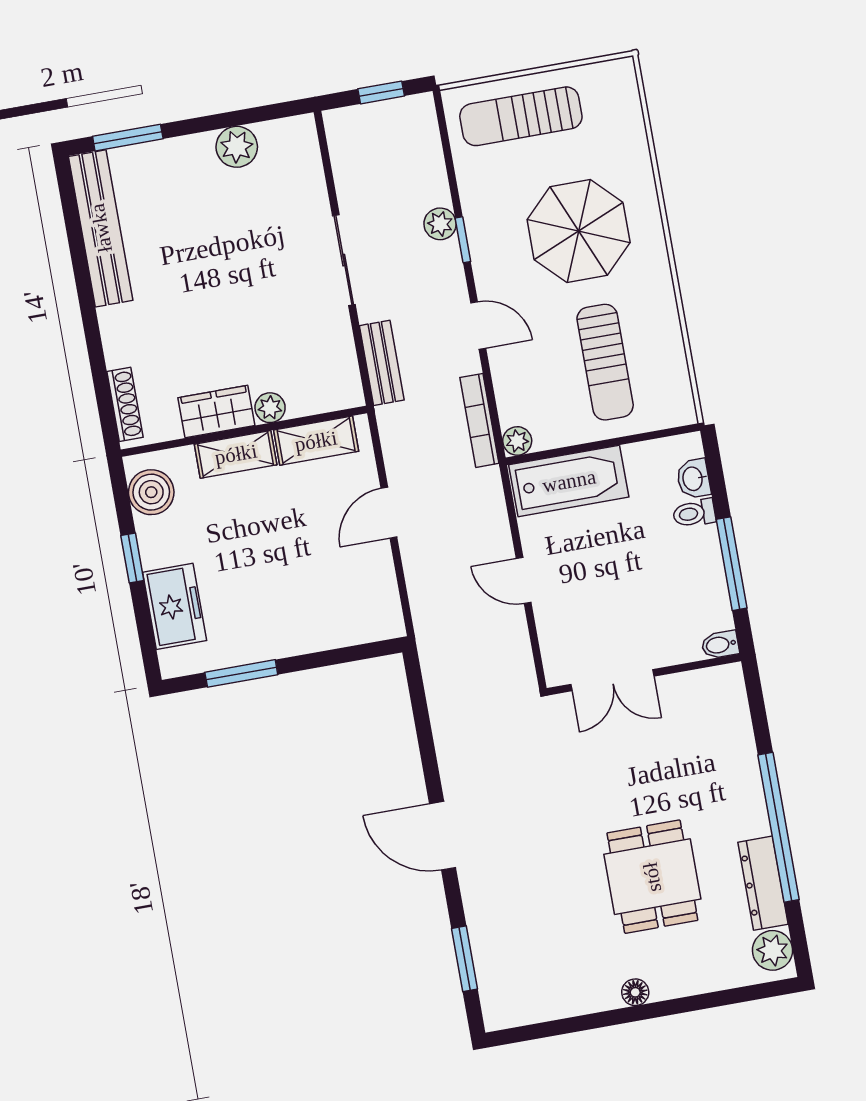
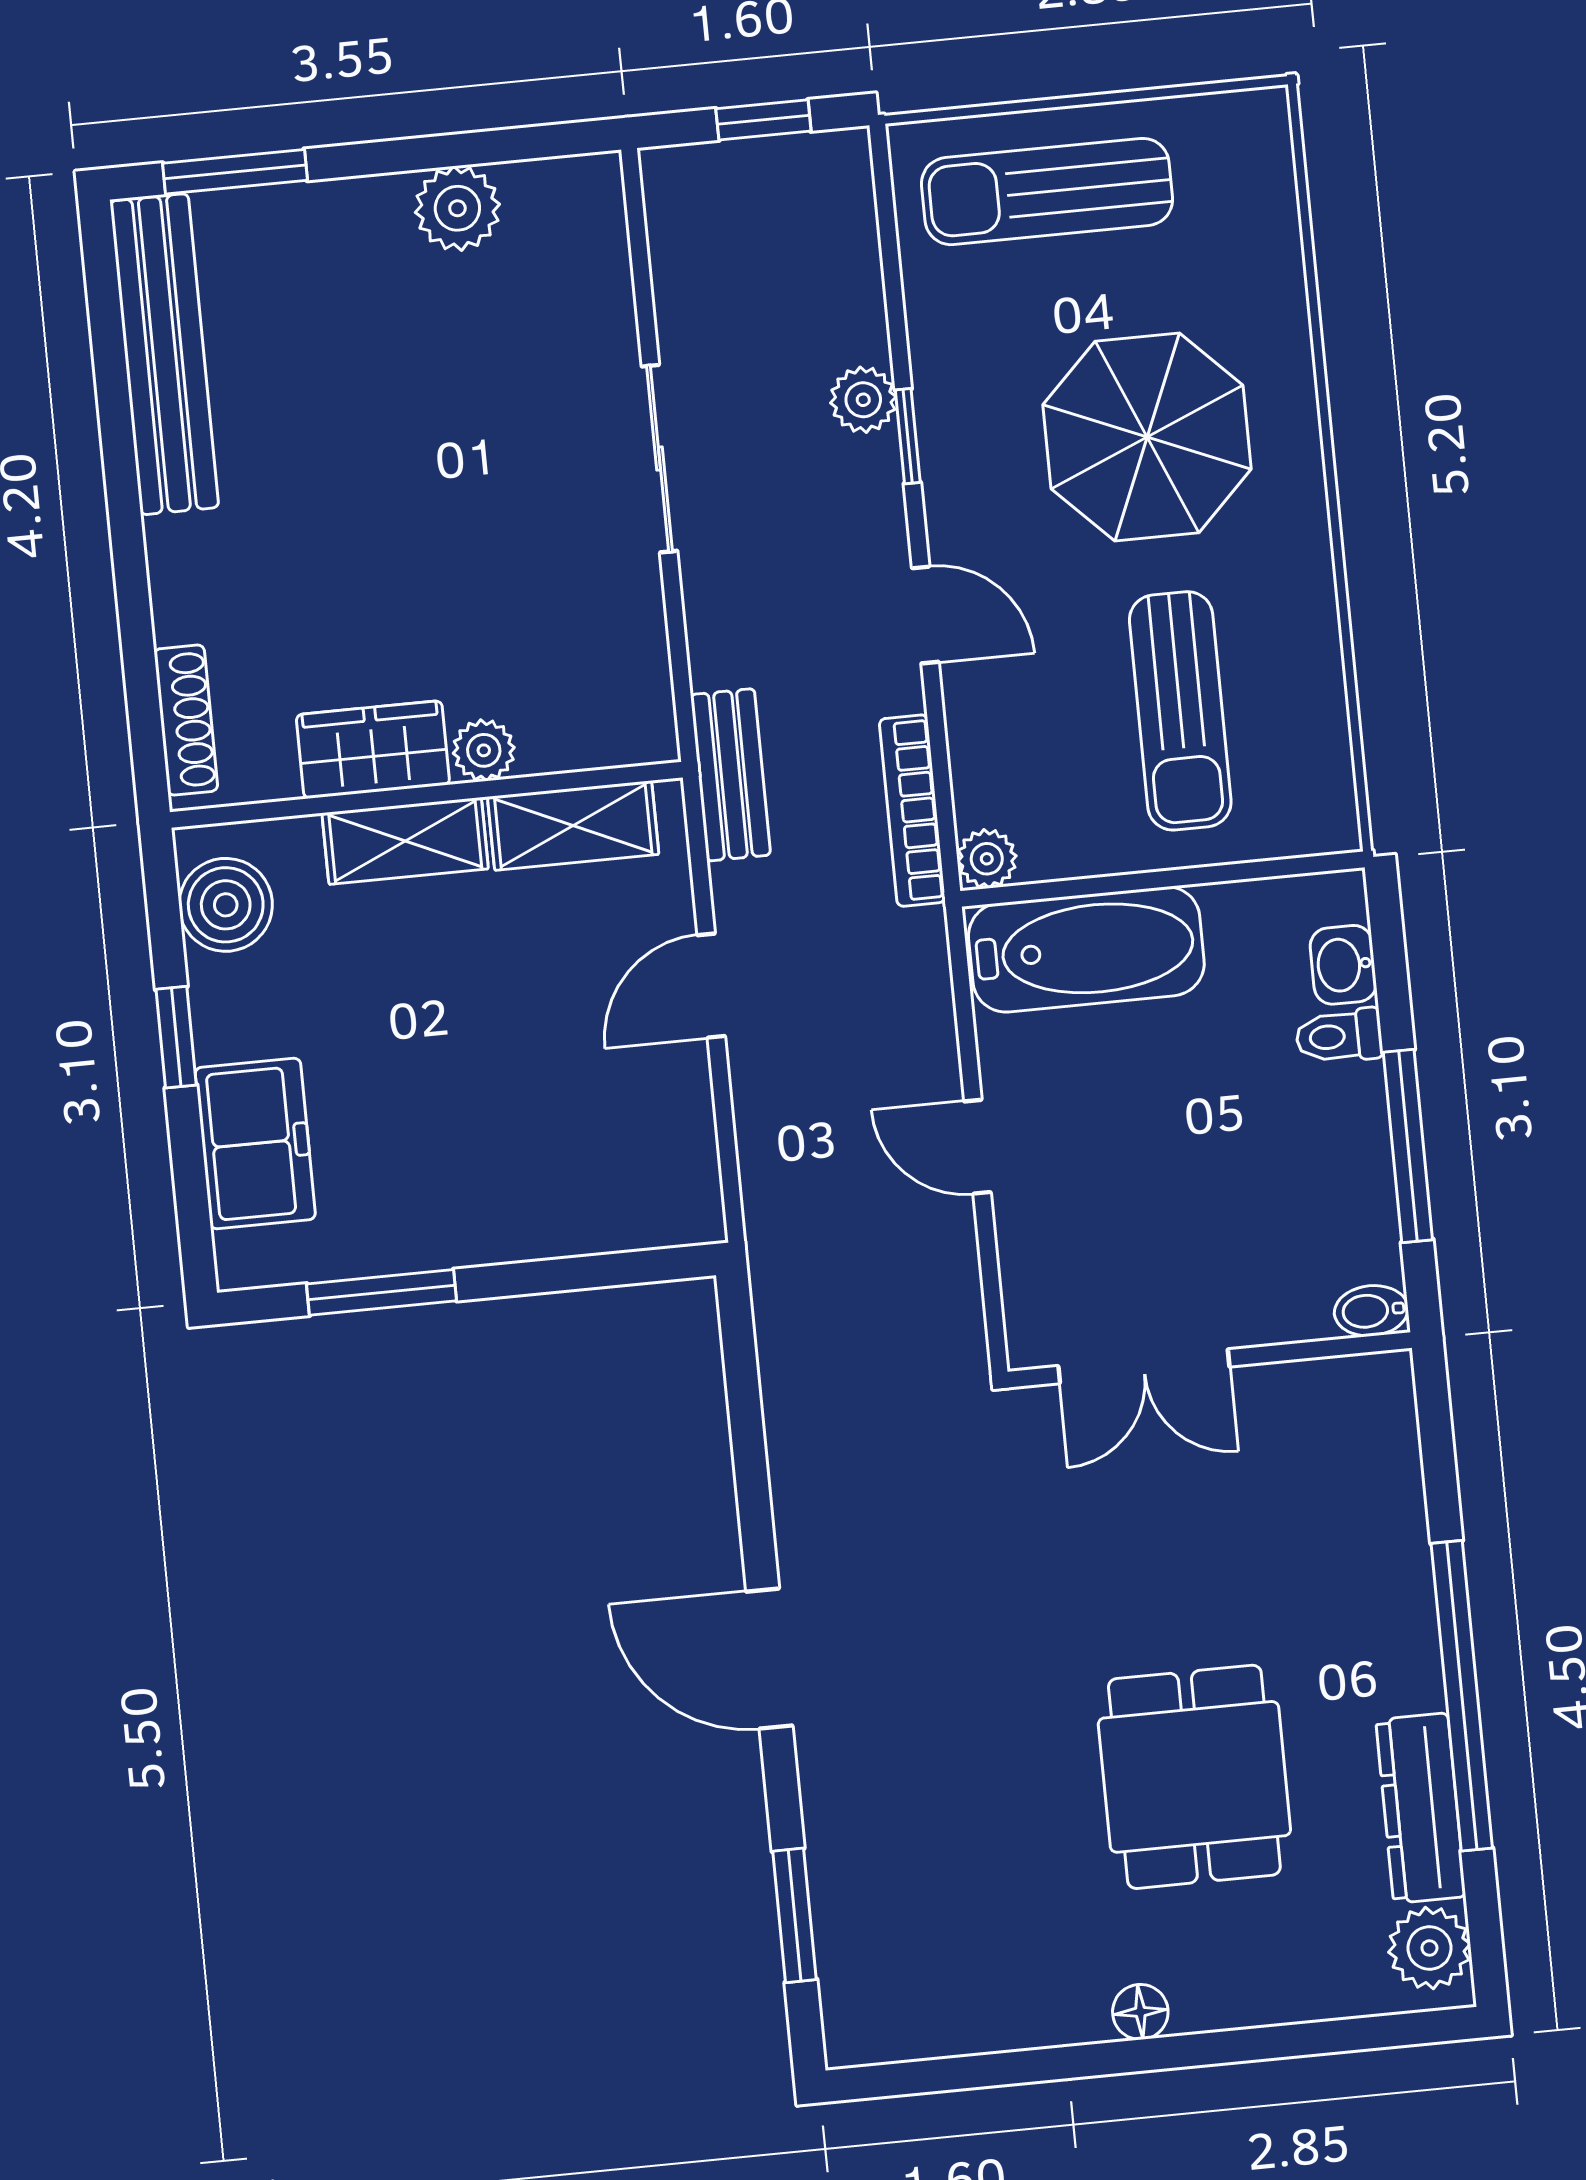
bench: (382, 363) -> (731, 775), moved

